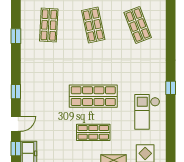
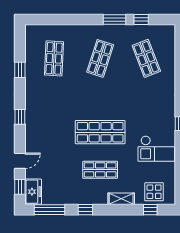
shop shelf: (93, 25) -> (100, 58), turned 30
window: (16, 92) -> (20, 117), moved
checkout: (147, 112) -> (156, 149), turned -90

